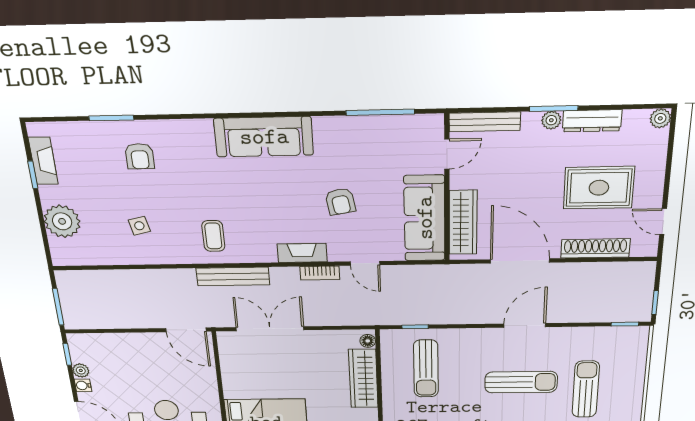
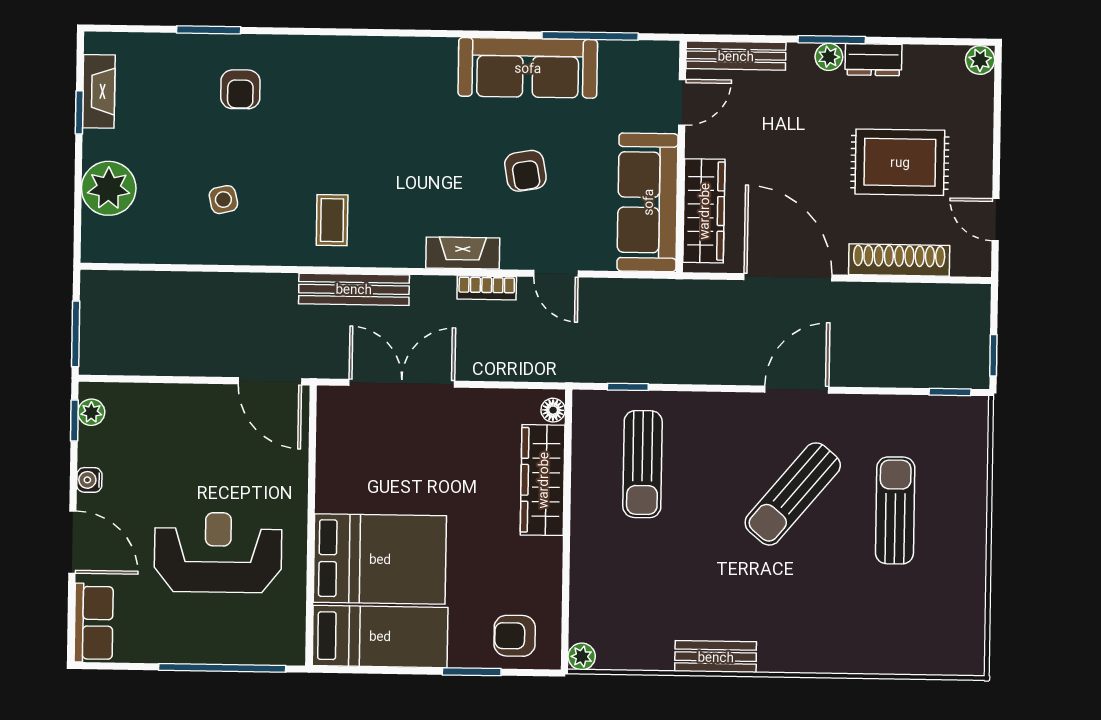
dresser: (592, 121) -> (873, 60), width x0.70
sofa: (264, 137) -> (528, 68), moved
plant: (81, 370) -> (91, 412), moved
sun lounger: (521, 382) -> (793, 494), turned 130

